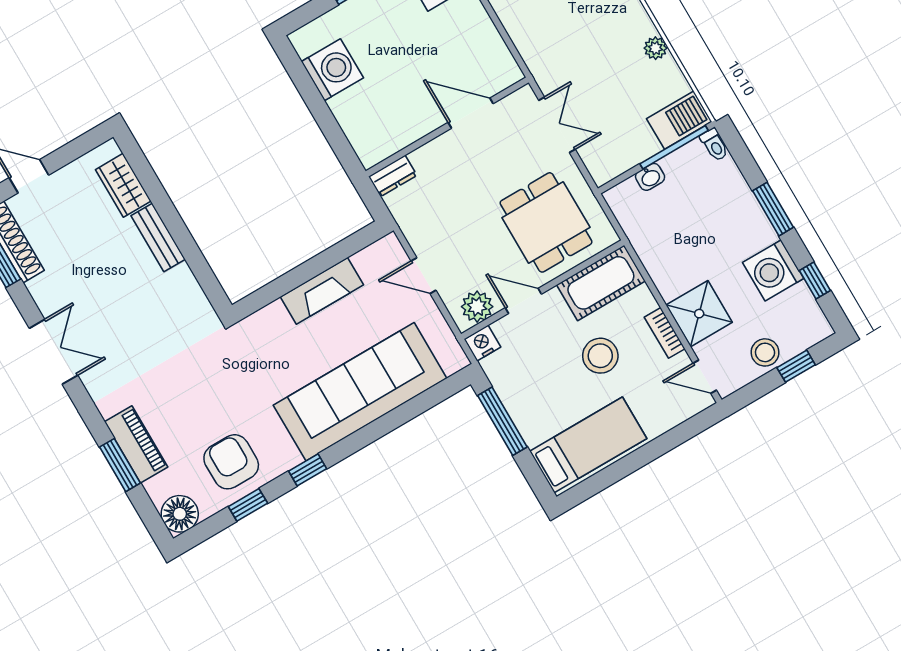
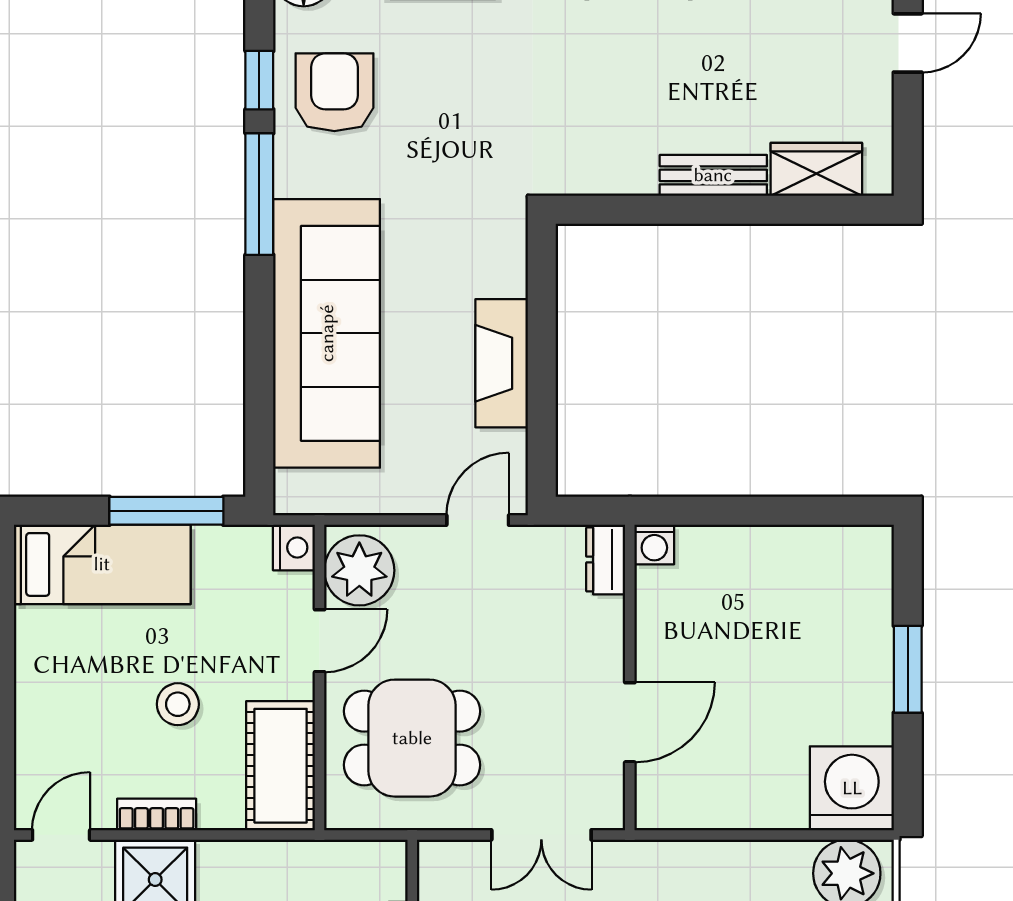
washing machine: (332, 70) -> (654, 545), moved, width x0.53, depth x0.53
door: (423, 276) -> (478, 520), moved
plant: (477, 307) -> (359, 570), width x1.36, depth x1.36
stool: (600, 356) -> (178, 704), width x0.73, depth x0.73
bed: (588, 445) -> (102, 564), moved, turned -90
armchair: (231, 462) -> (334, 92), turned -90
window: (308, 470) -> (259, 194), width x2.17

